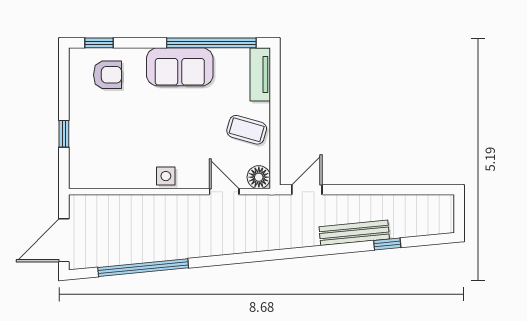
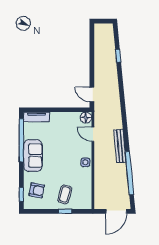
armchair: (108, 75) -> (37, 190), turned 101
coffee table: (247, 130) -> (65, 194), moved
door: (224, 192) -> (93, 134), hinge flipped
bench: (354, 233) -> (120, 146), moved
door: (64, 240) -> (116, 211), hinge flipped

